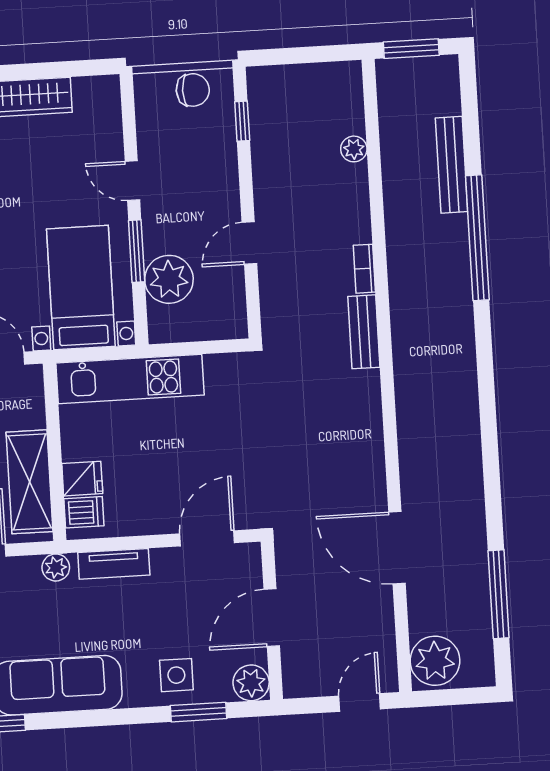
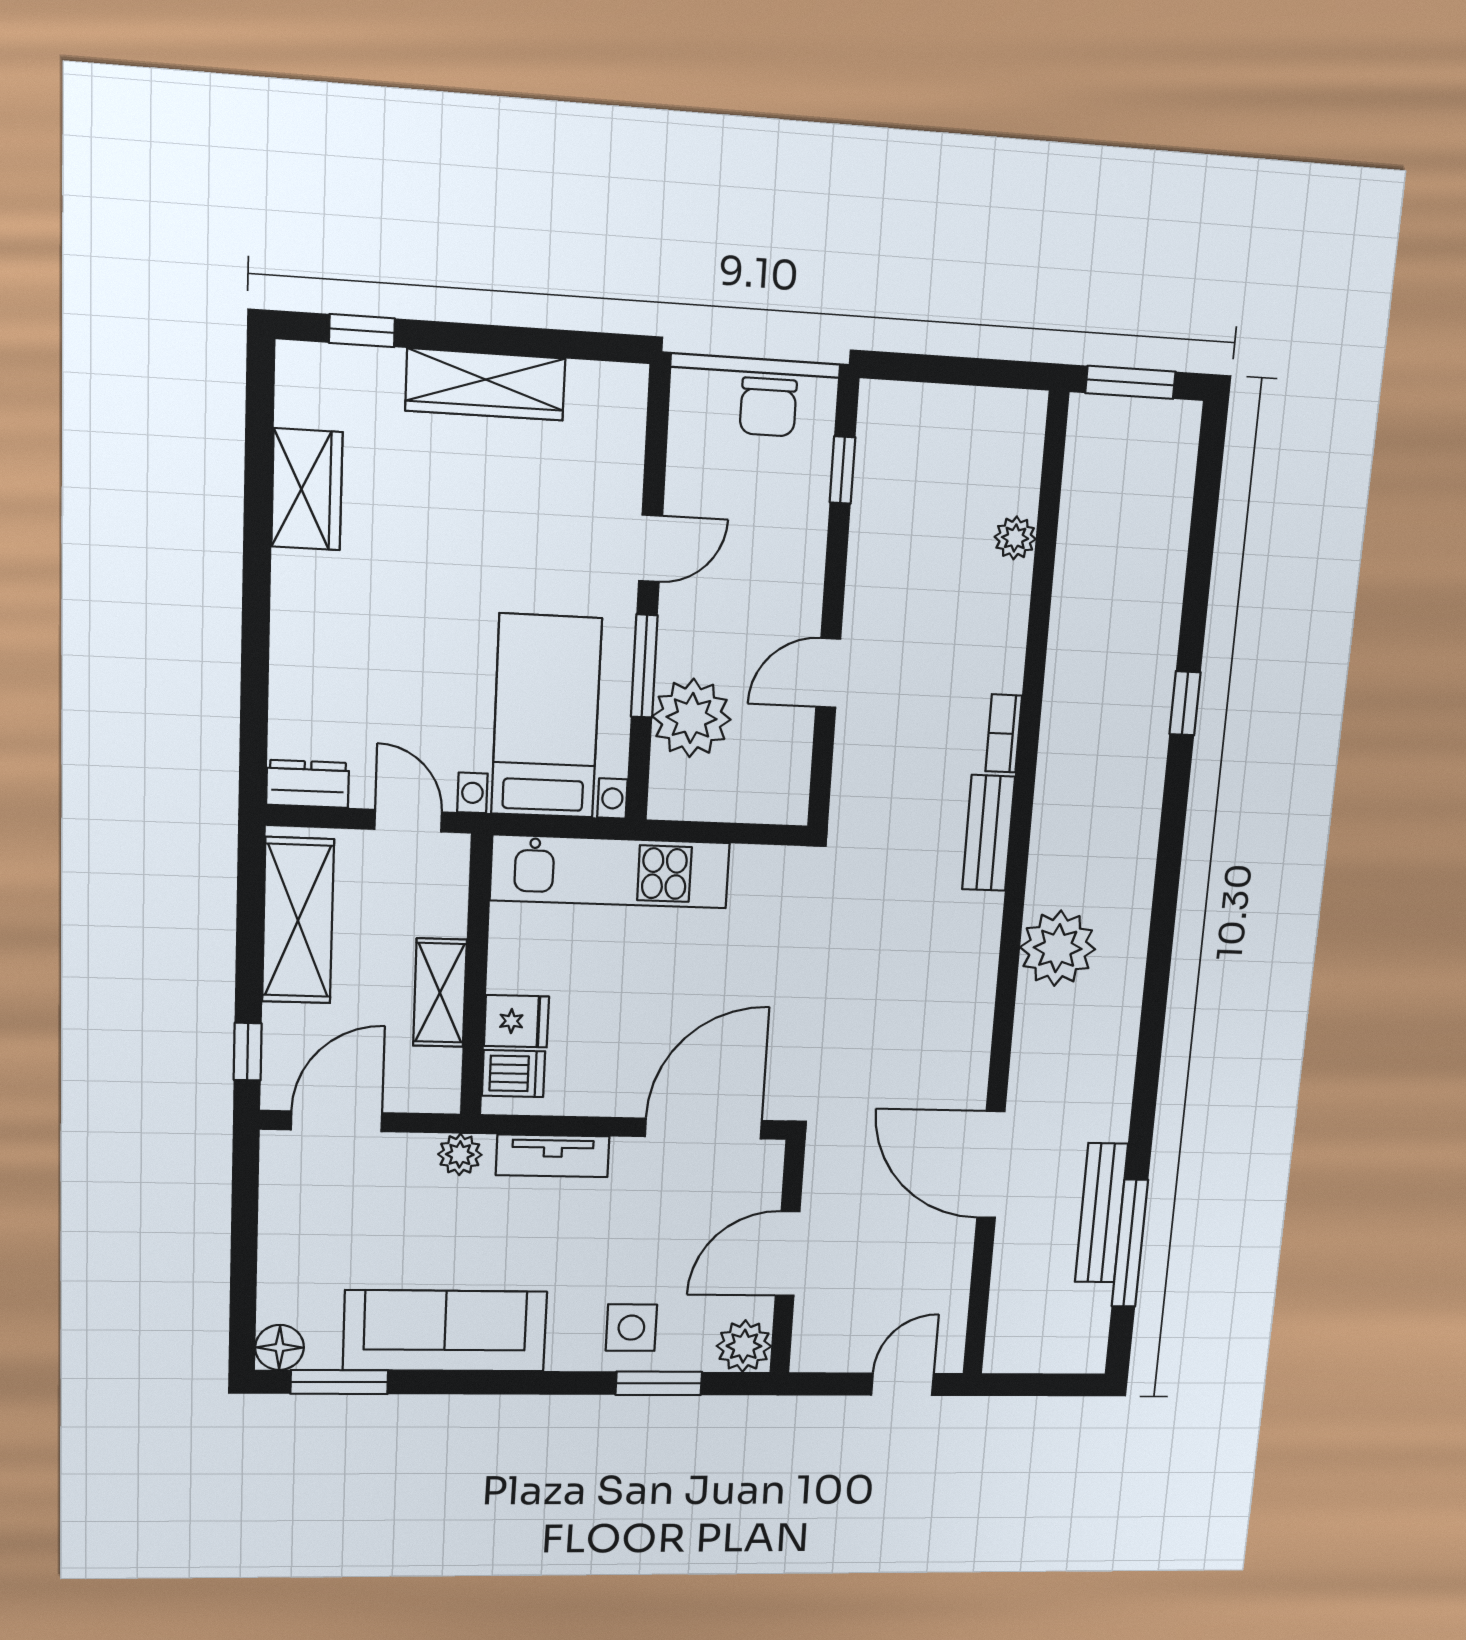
chair: (193, 90) -> (768, 407), turned 90
bench: (452, 165) -> (1101, 1213), moved
door: (132, 181) -> (651, 548), swing flipped
window: (477, 238) -> (1185, 703), width x0.32
shelving: (29, 482) -> (440, 993), width x0.67, depth x0.75
door: (207, 538) -> (704, 1128), width x1.36
plant: (435, 661) -> (1058, 948), moved

